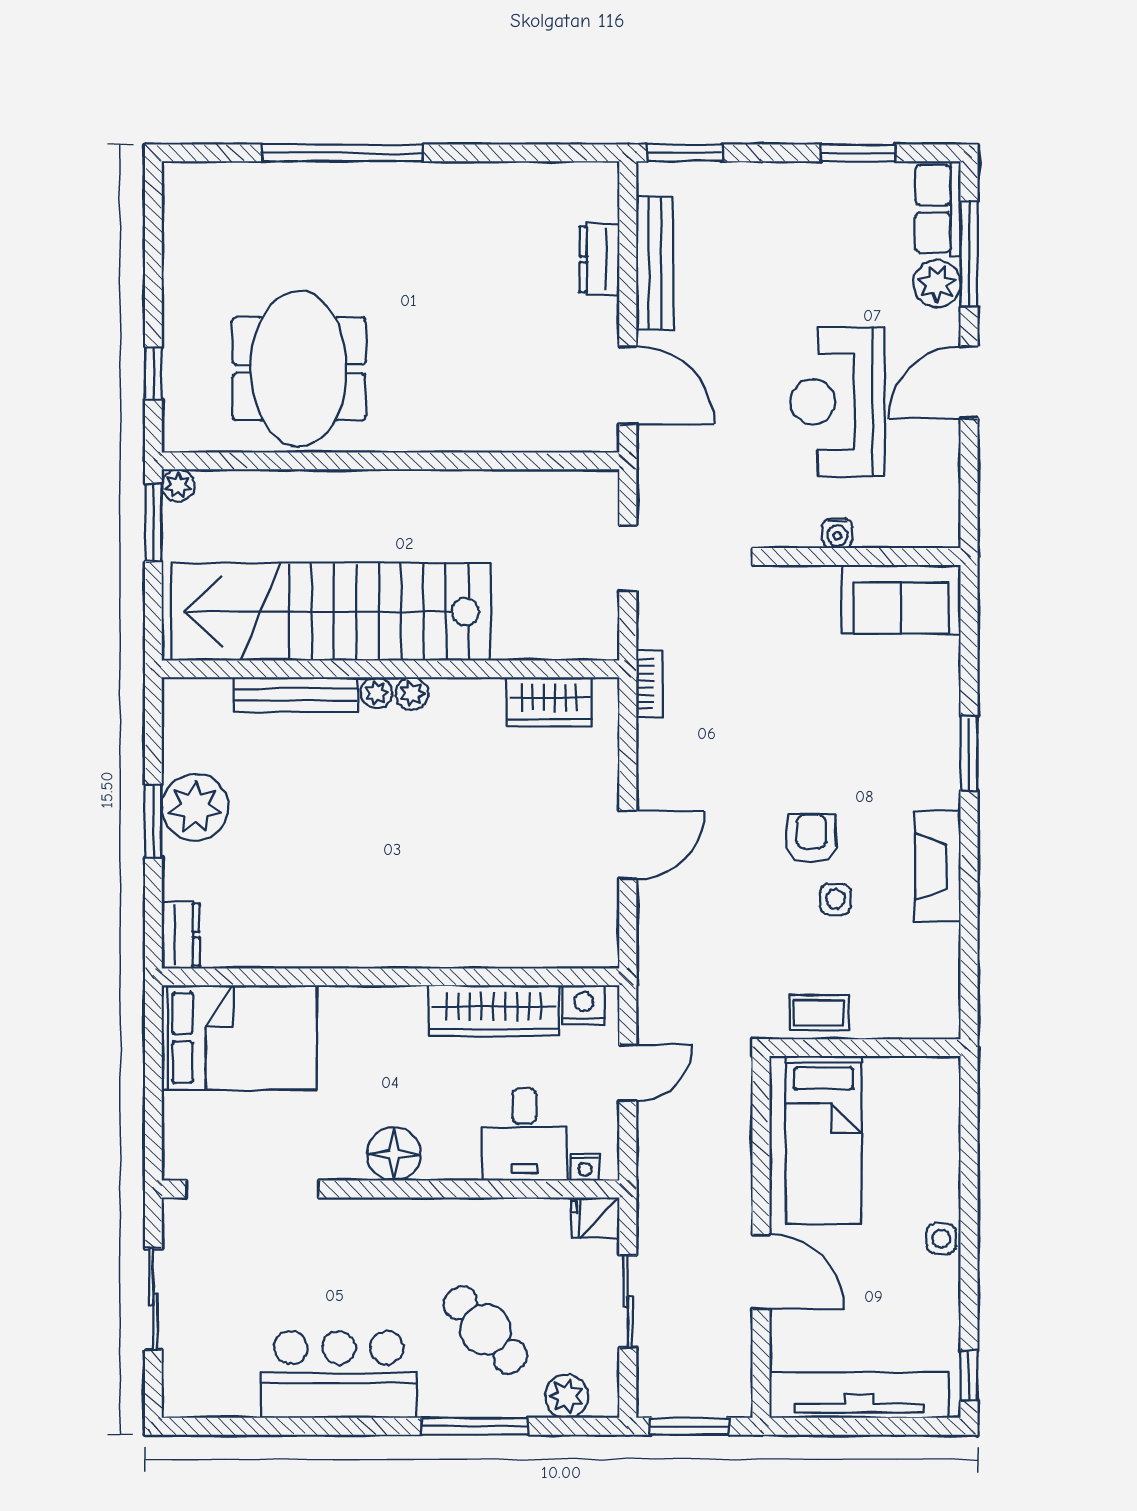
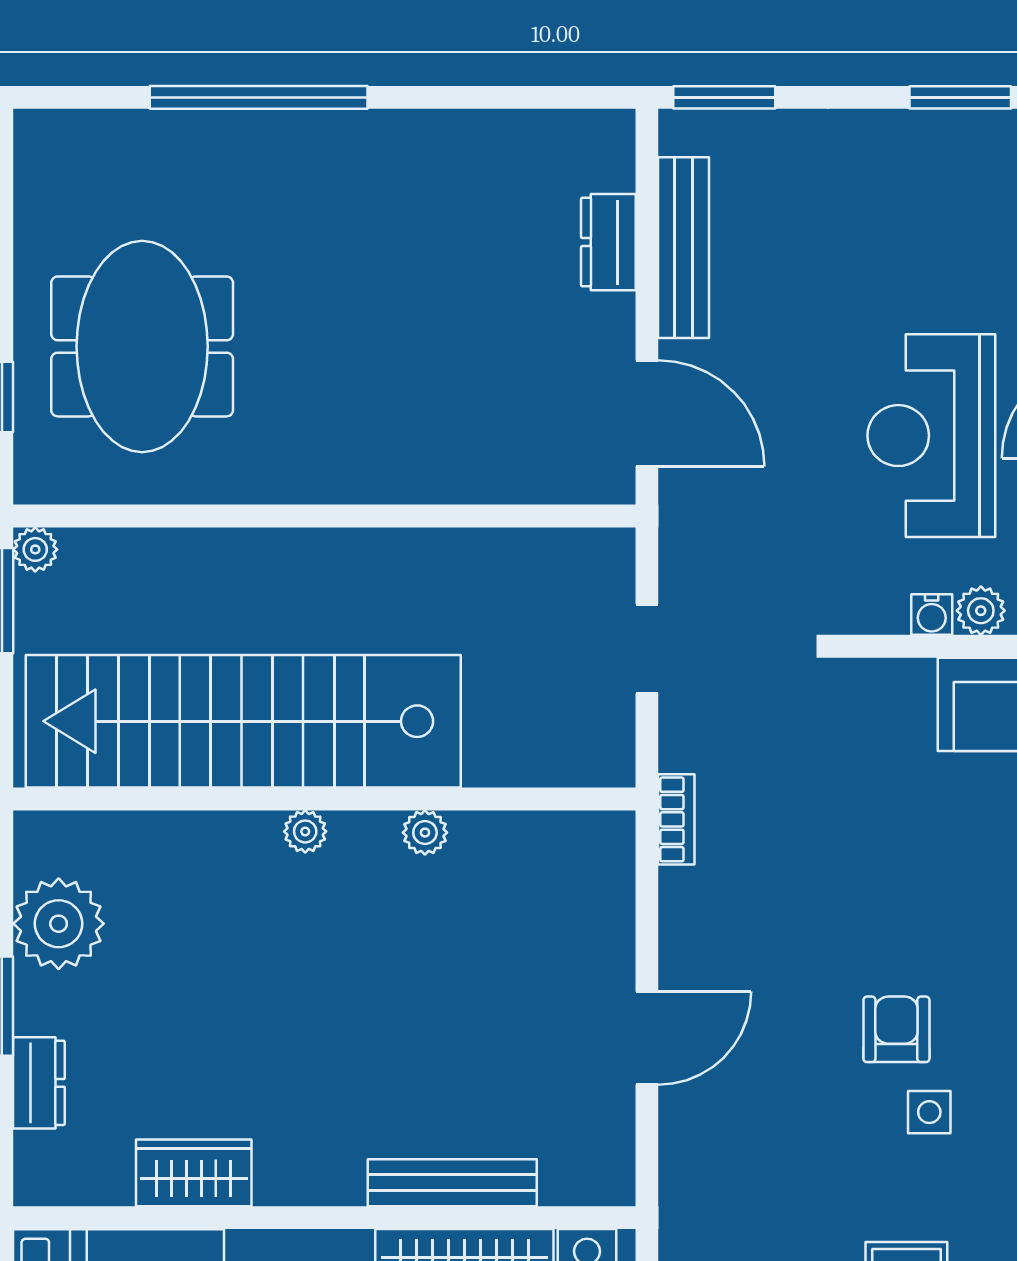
meeting table: (299, 369) -> (142, 346), moved
plant: (873, 530) -> (981, 611), added
plant: (412, 694) -> (425, 833), moved
bench: (296, 695) -> (452, 1183), moved
wardrobe: (549, 702) -> (194, 1173), moved, turned 180
plant: (195, 807) -> (59, 924), moved
dresser: (181, 935) -> (39, 1083), moved

